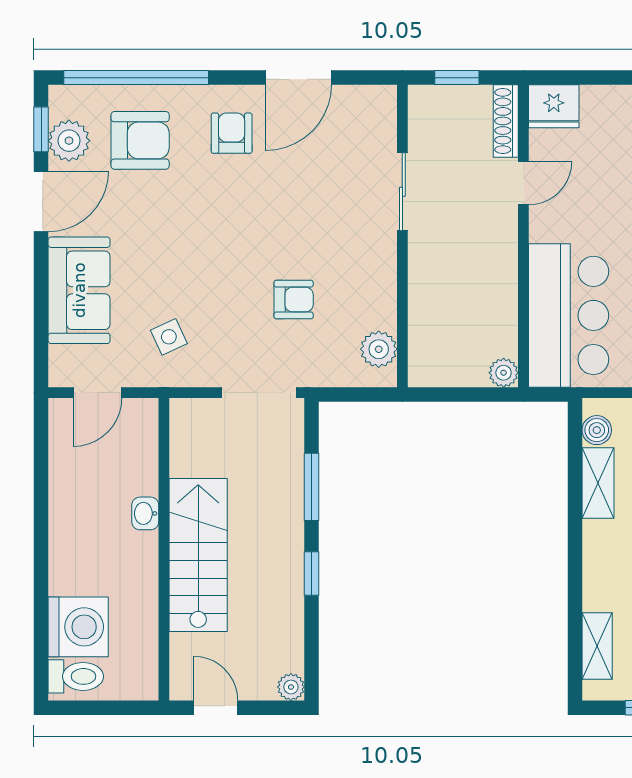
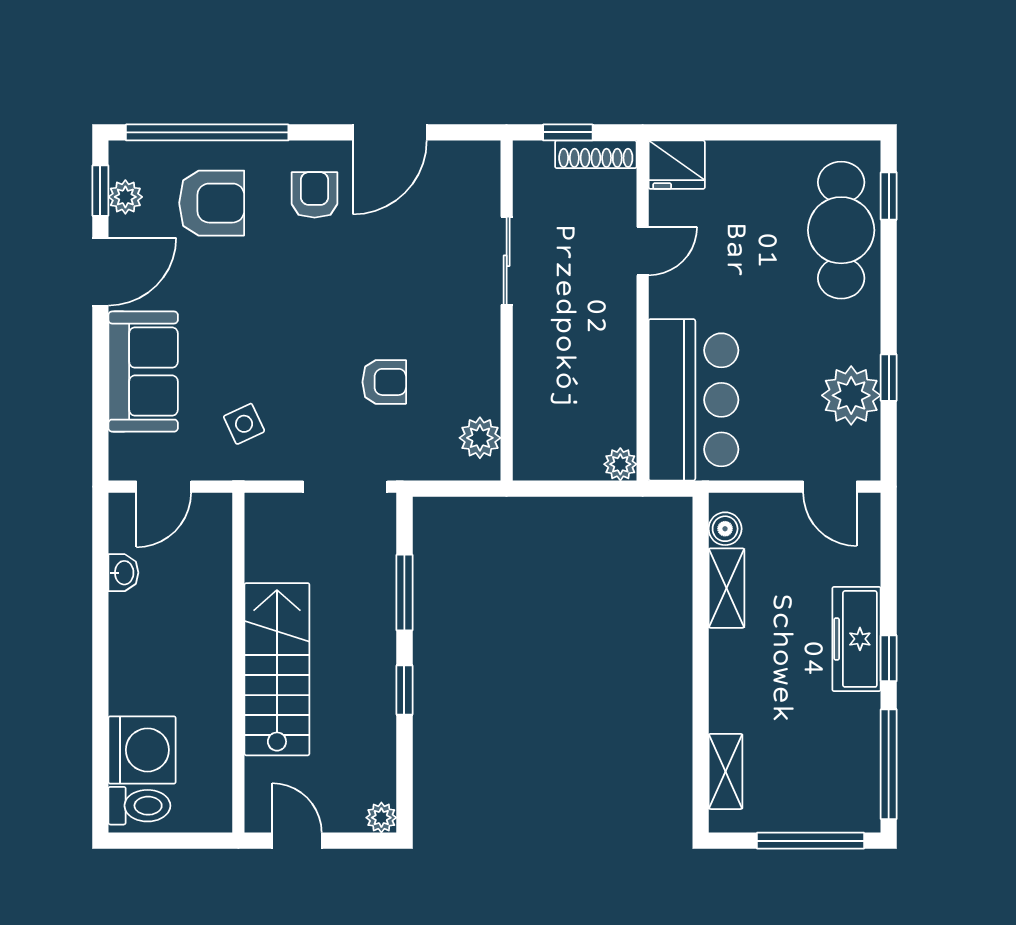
shoe rack: (506, 121) -> (596, 154), moved, turned -90
plant: (69, 141) -> (125, 197), width x0.73, depth x0.73
washbasin: (145, 513) -> (123, 573), moved, turned 180

